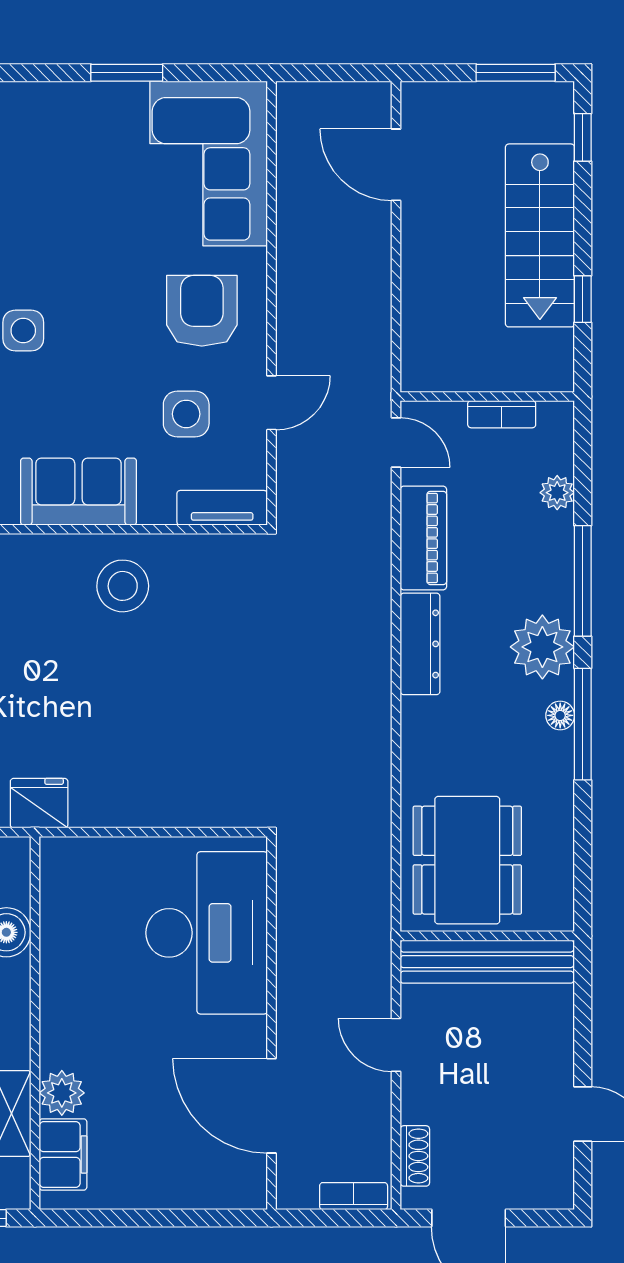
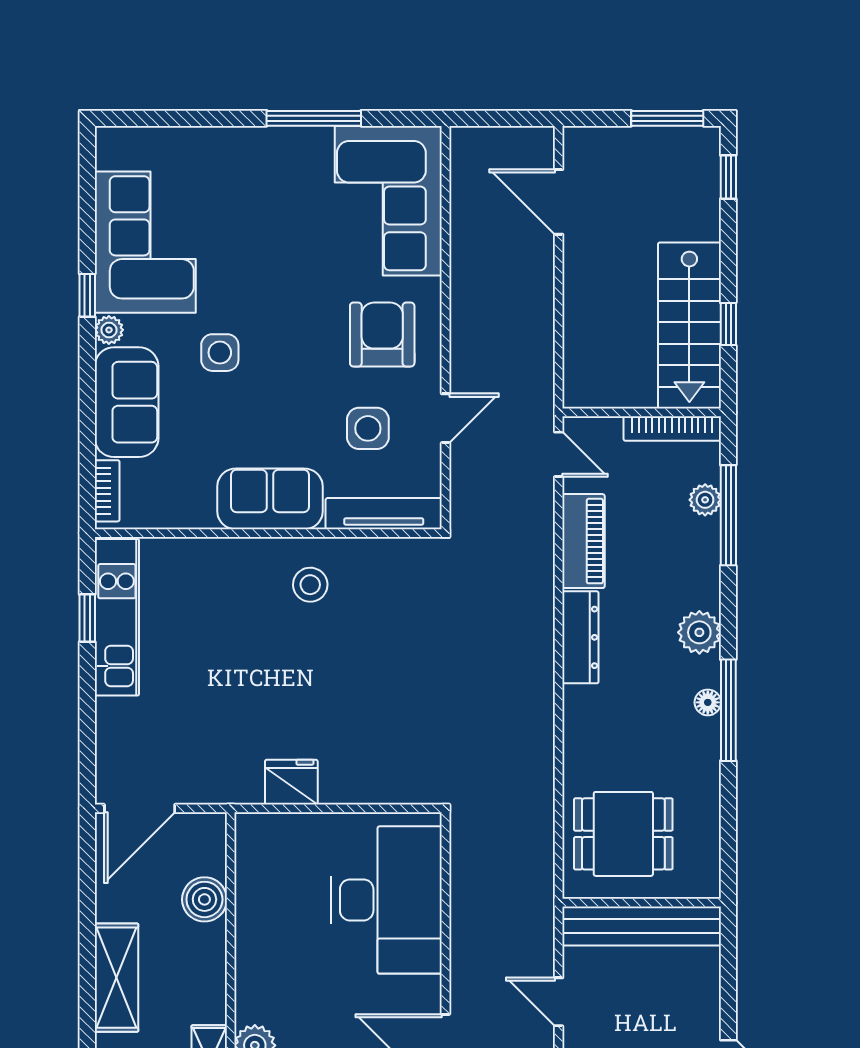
window: (127, 73) -> (314, 118), width x1.44
stairs: (540, 235) -> (689, 326), moved
bookcase: (502, 414) -> (672, 429), width x1.56
tv unit: (222, 508) -> (384, 514), width x1.41
window: (583, 581) -> (728, 515), moved
stool: (123, 586) -> (310, 585), width x0.73, depth x0.73
plant: (542, 647) -> (699, 632), width x0.73, depth x0.73
fridge: (39, 803) -> (291, 782), moved
dining table: (467, 860) -> (623, 834), width x0.73

